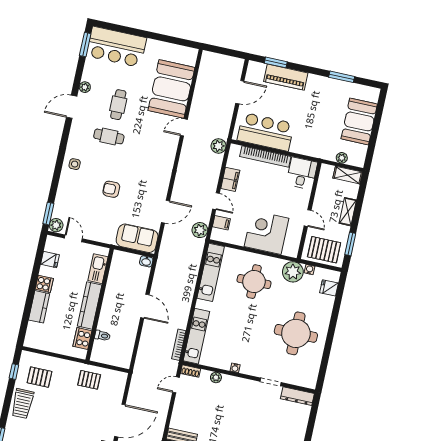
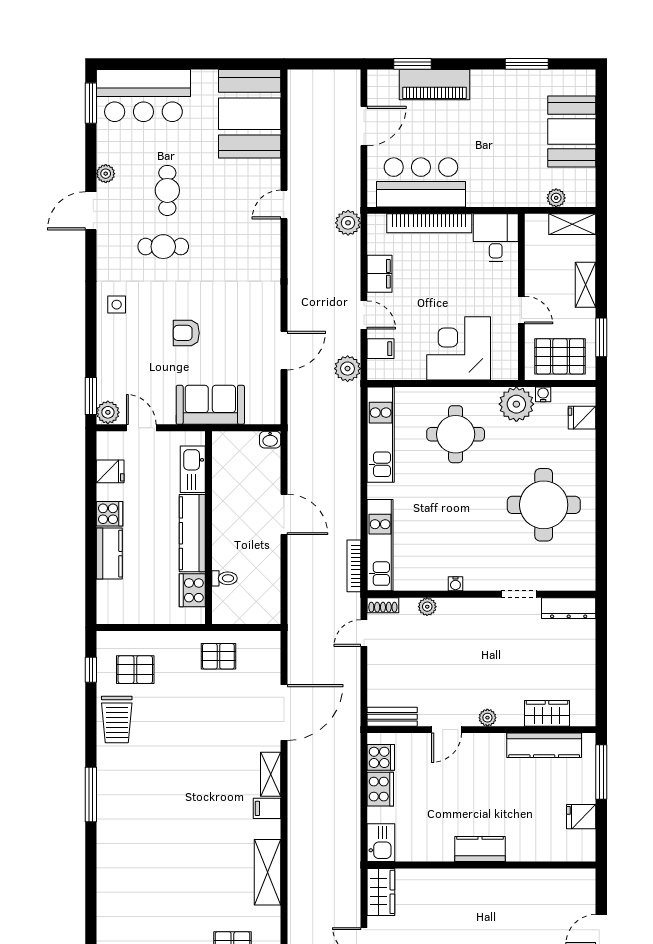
booth: (171, 89) -> (250, 114), moved
sofa: (137, 238) -> (210, 405), moved

